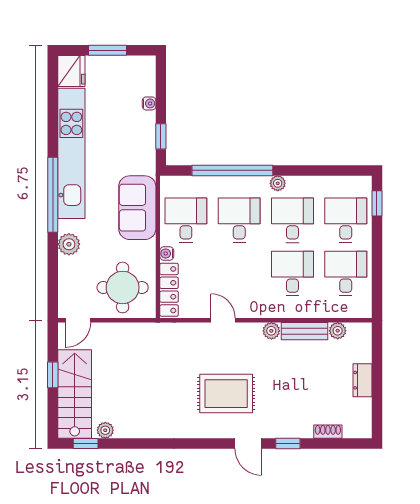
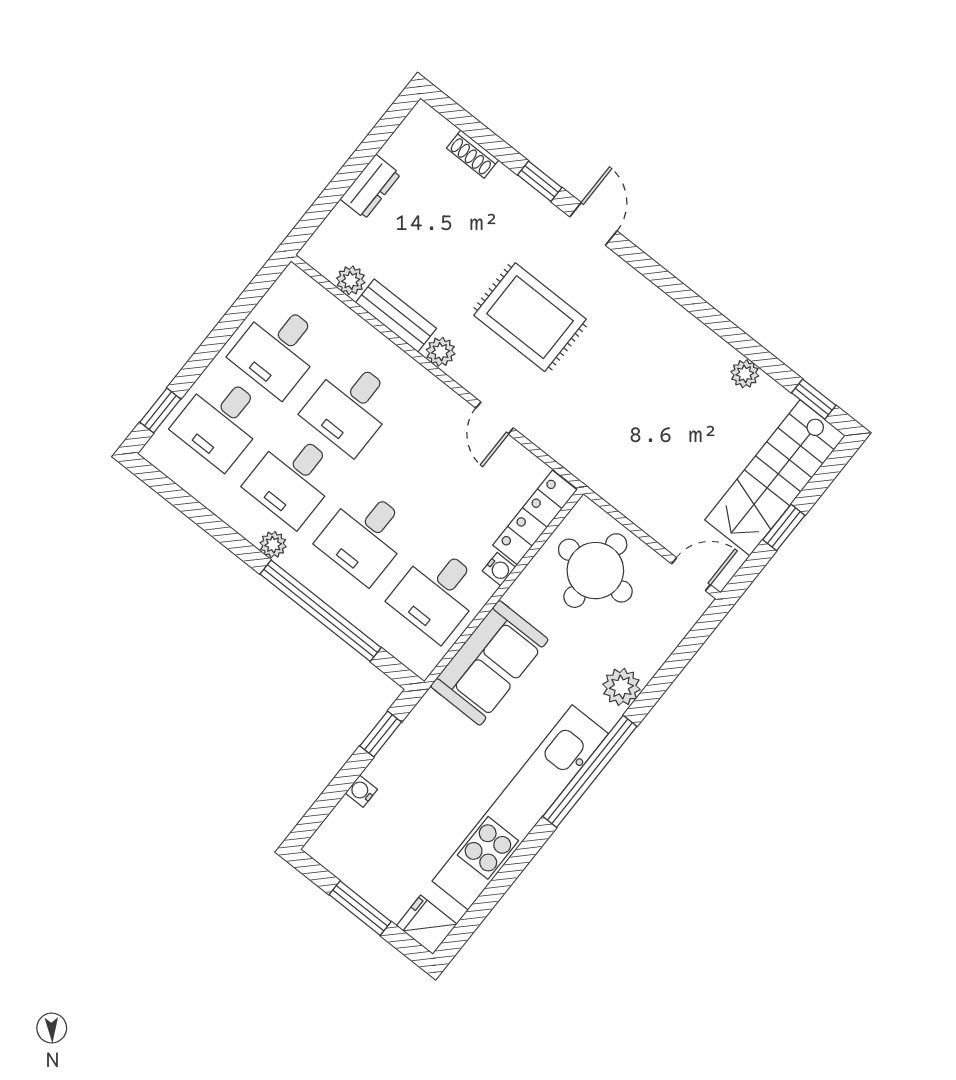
fridge: (71, 71) -> (427, 925), width x0.72
rug: (226, 394) -> (530, 317), moved
plant: (105, 430) -> (745, 374), moved

